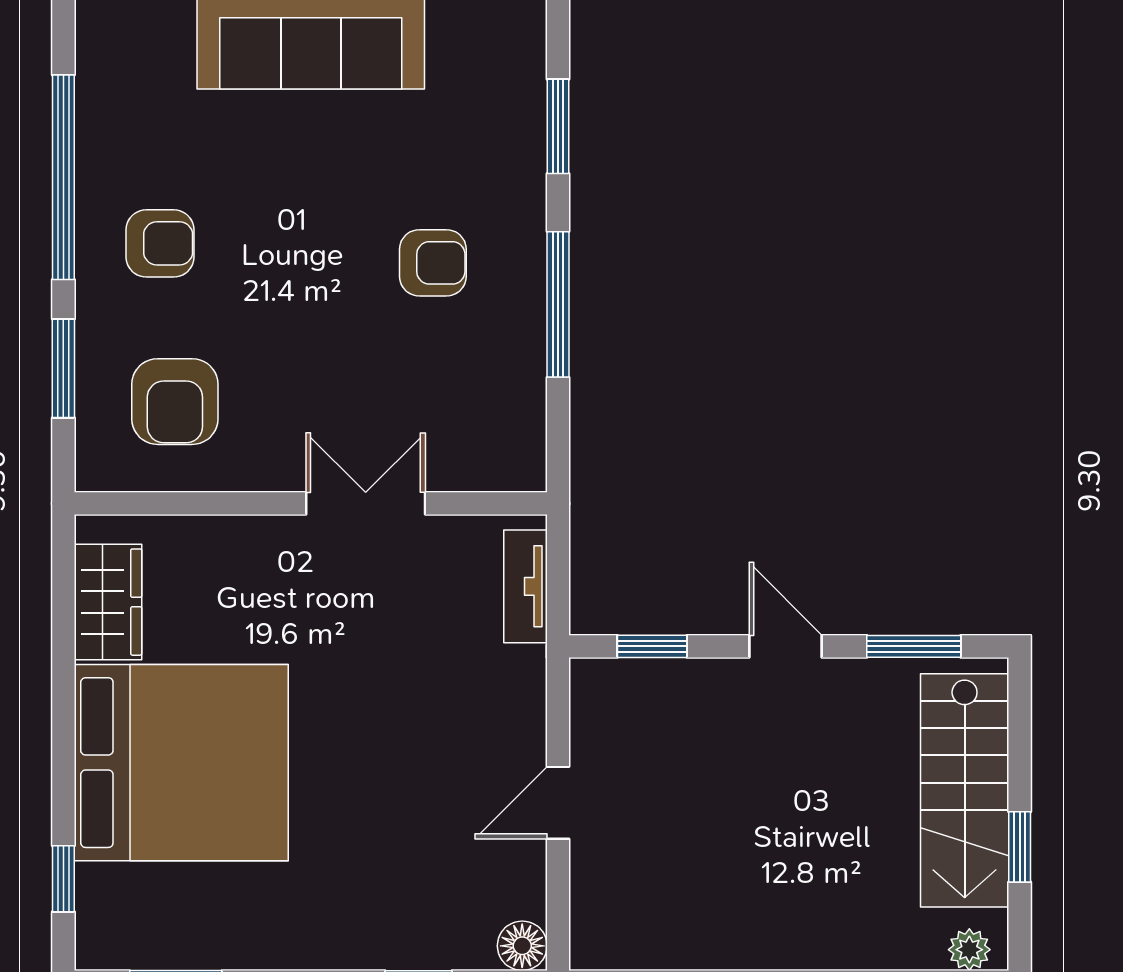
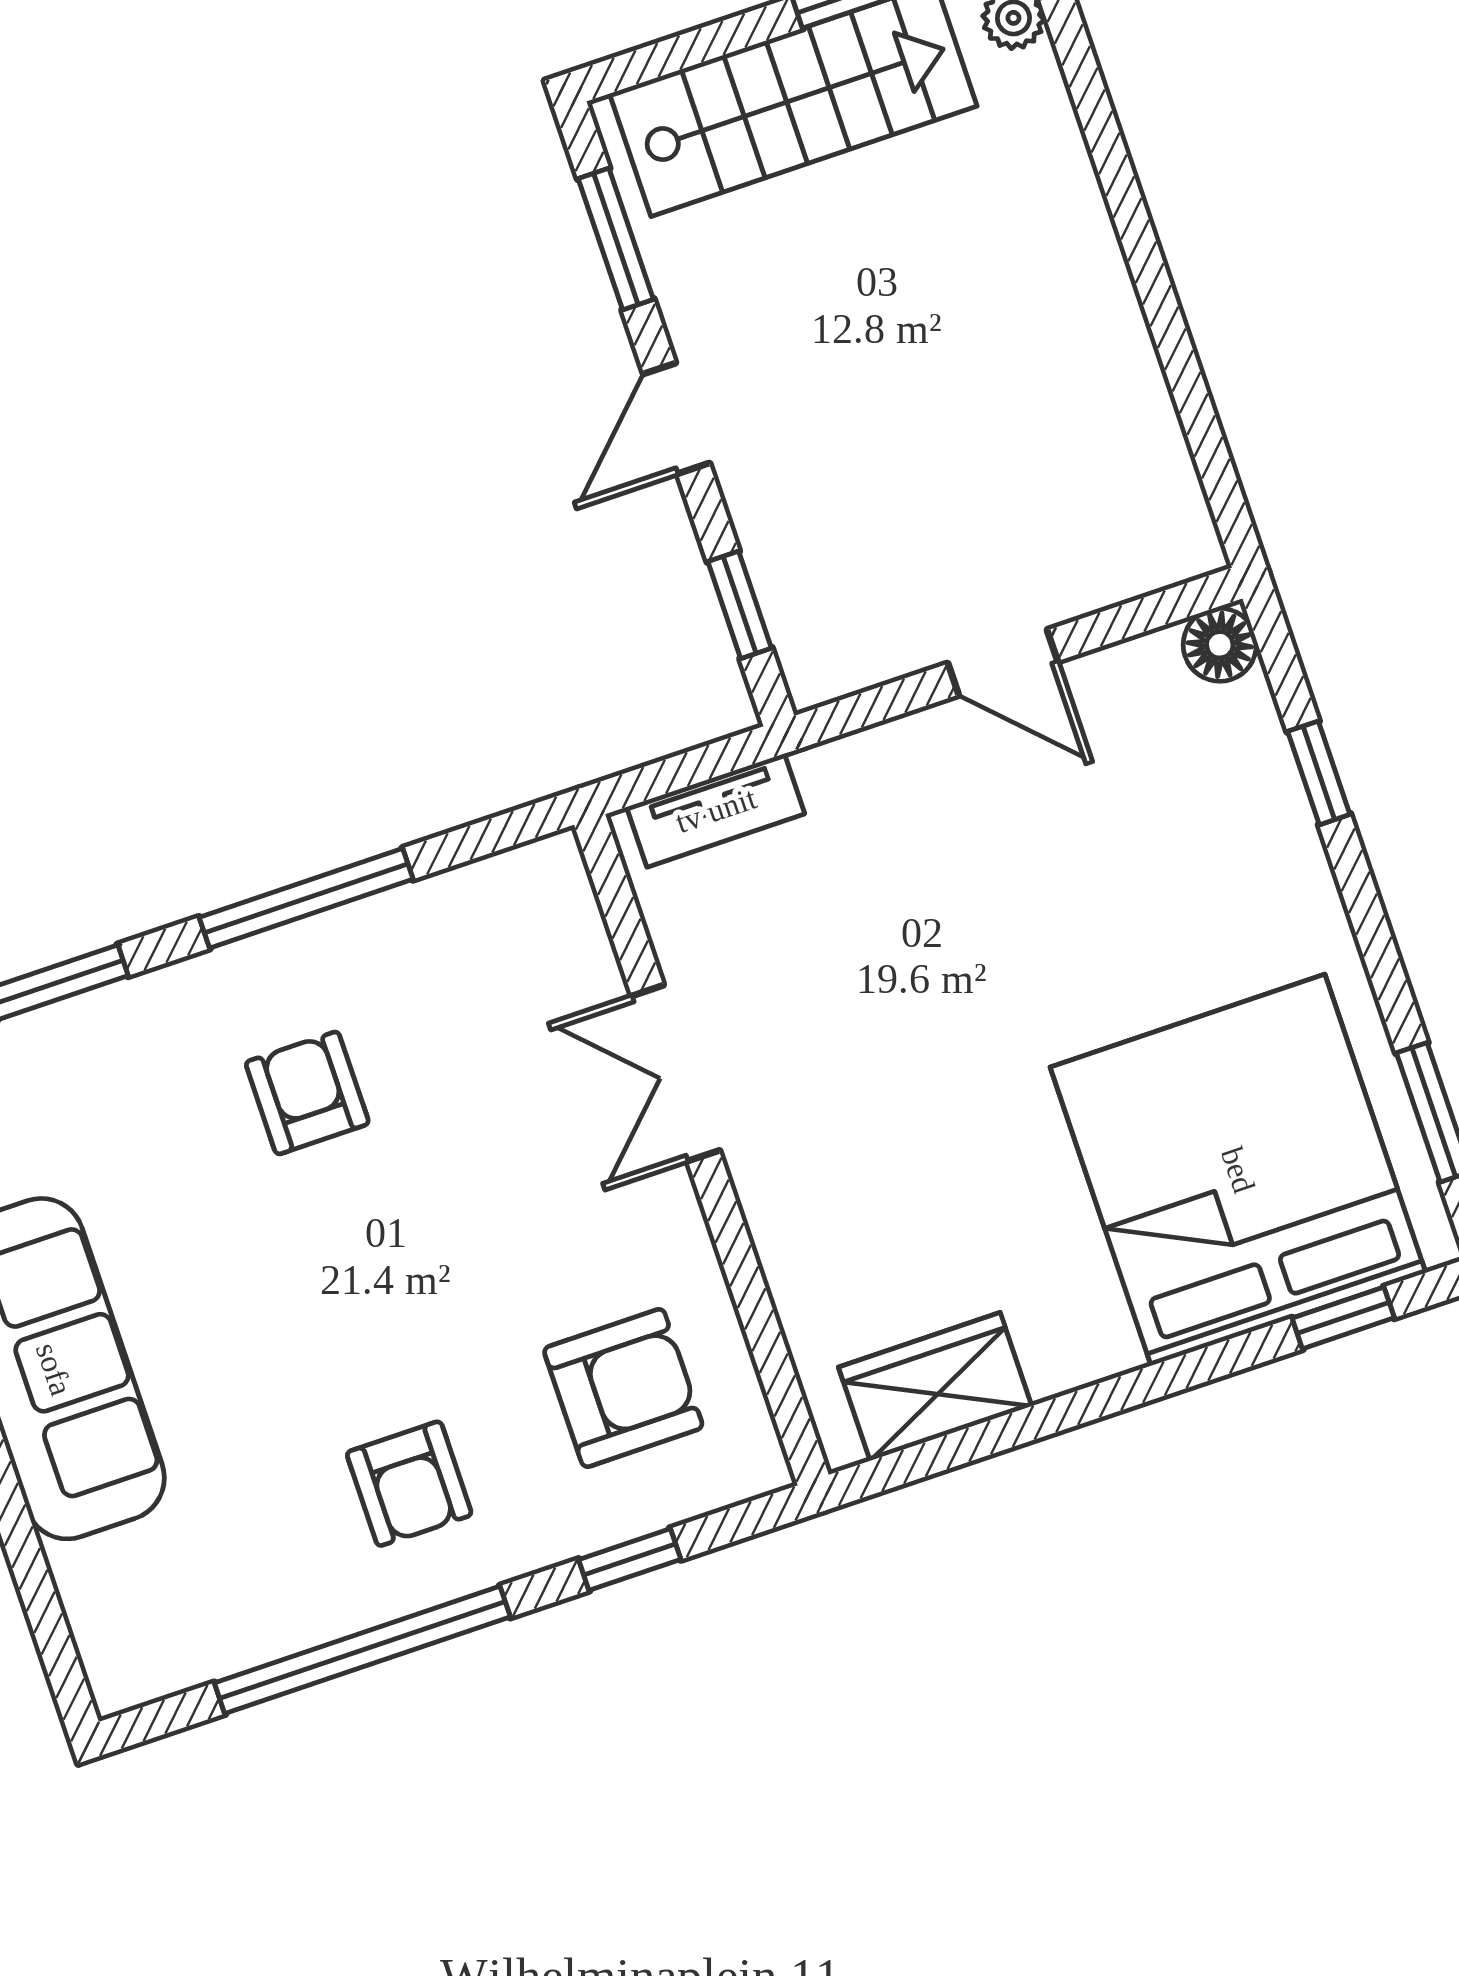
armchair: (160, 243) -> (409, 1484), turned 180
window: (63, 368) -> (630, 1559), width x0.67
bed: (181, 763) -> (1238, 1170), moved

